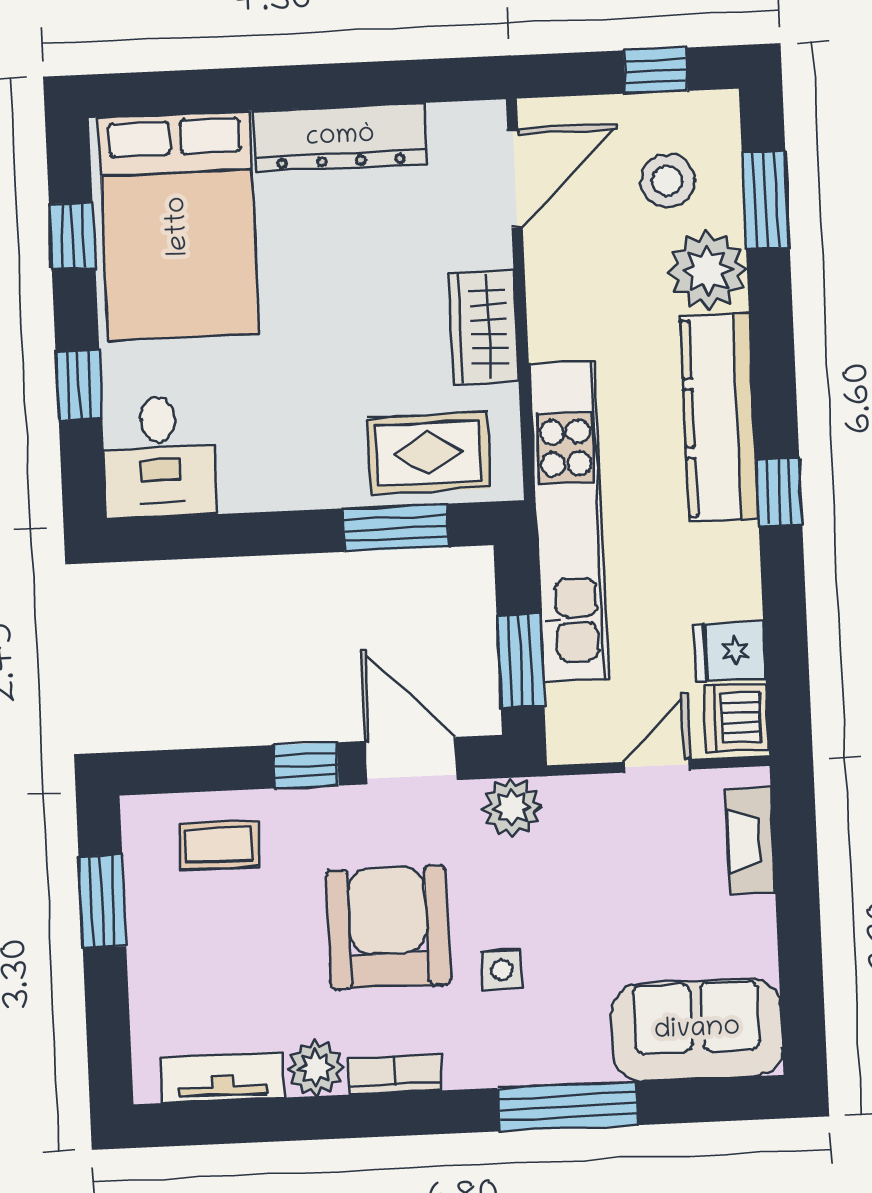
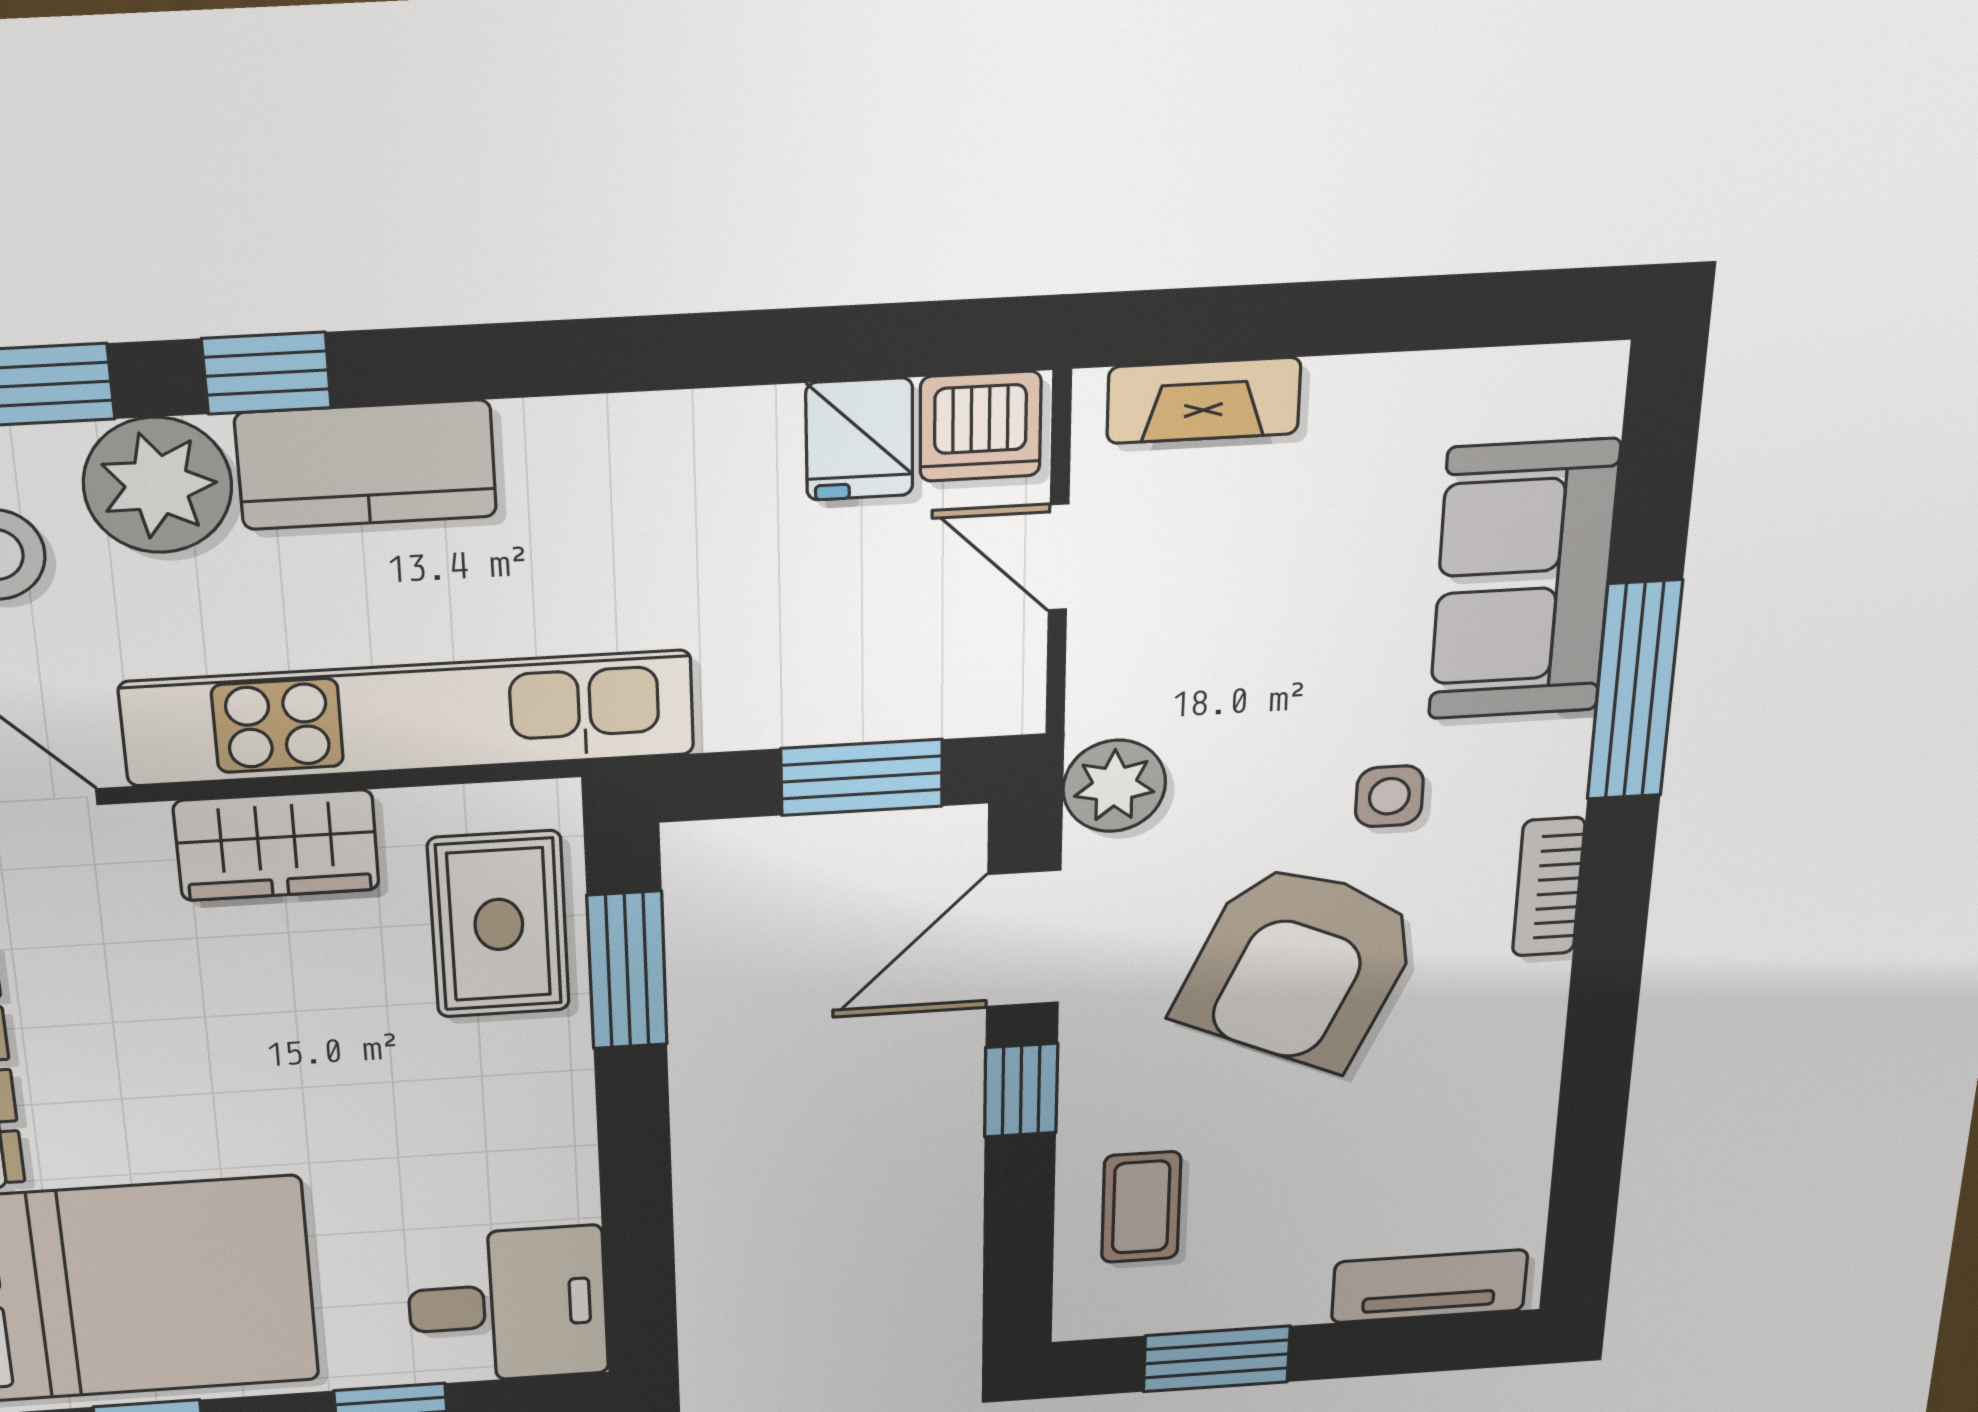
kitchen counter: (719, 417) -> (366, 465), width x0.67
window: (779, 492) -> (267, 373), moved
kitchen unit: (569, 521) -> (409, 718), moved
armchair: (388, 927) -> (1299, 966), turned -66
sofa: (697, 1030) -> (1523, 581), moved
plant: (316, 1068) -> (1517, 1064), removed
bookcase: (395, 1074) -> (1549, 887), moved
tv unit: (223, 1077) -> (1429, 1286), moved, turned 90

